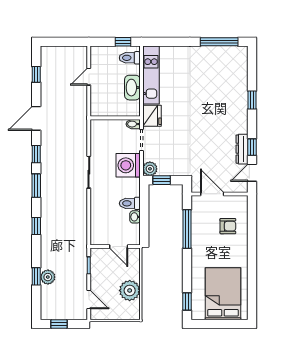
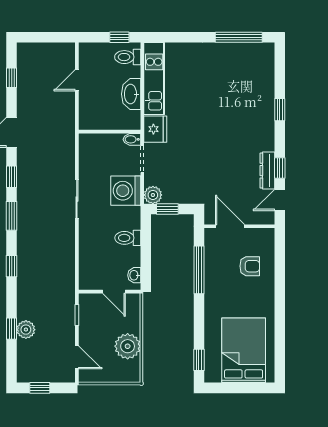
washbasin: (135, 217) -> (134, 275), moved

